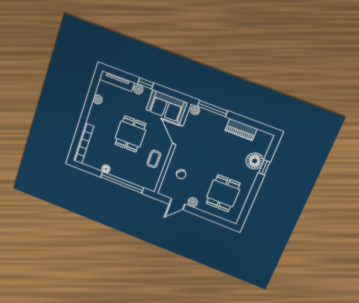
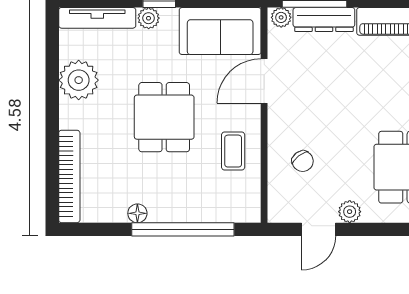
plant: (98, 99) -> (79, 80), width x1.88, depth x1.88
dresser: (213, 118) -> (324, 19), added
door: (178, 135) -> (264, 81), hinge flipped

